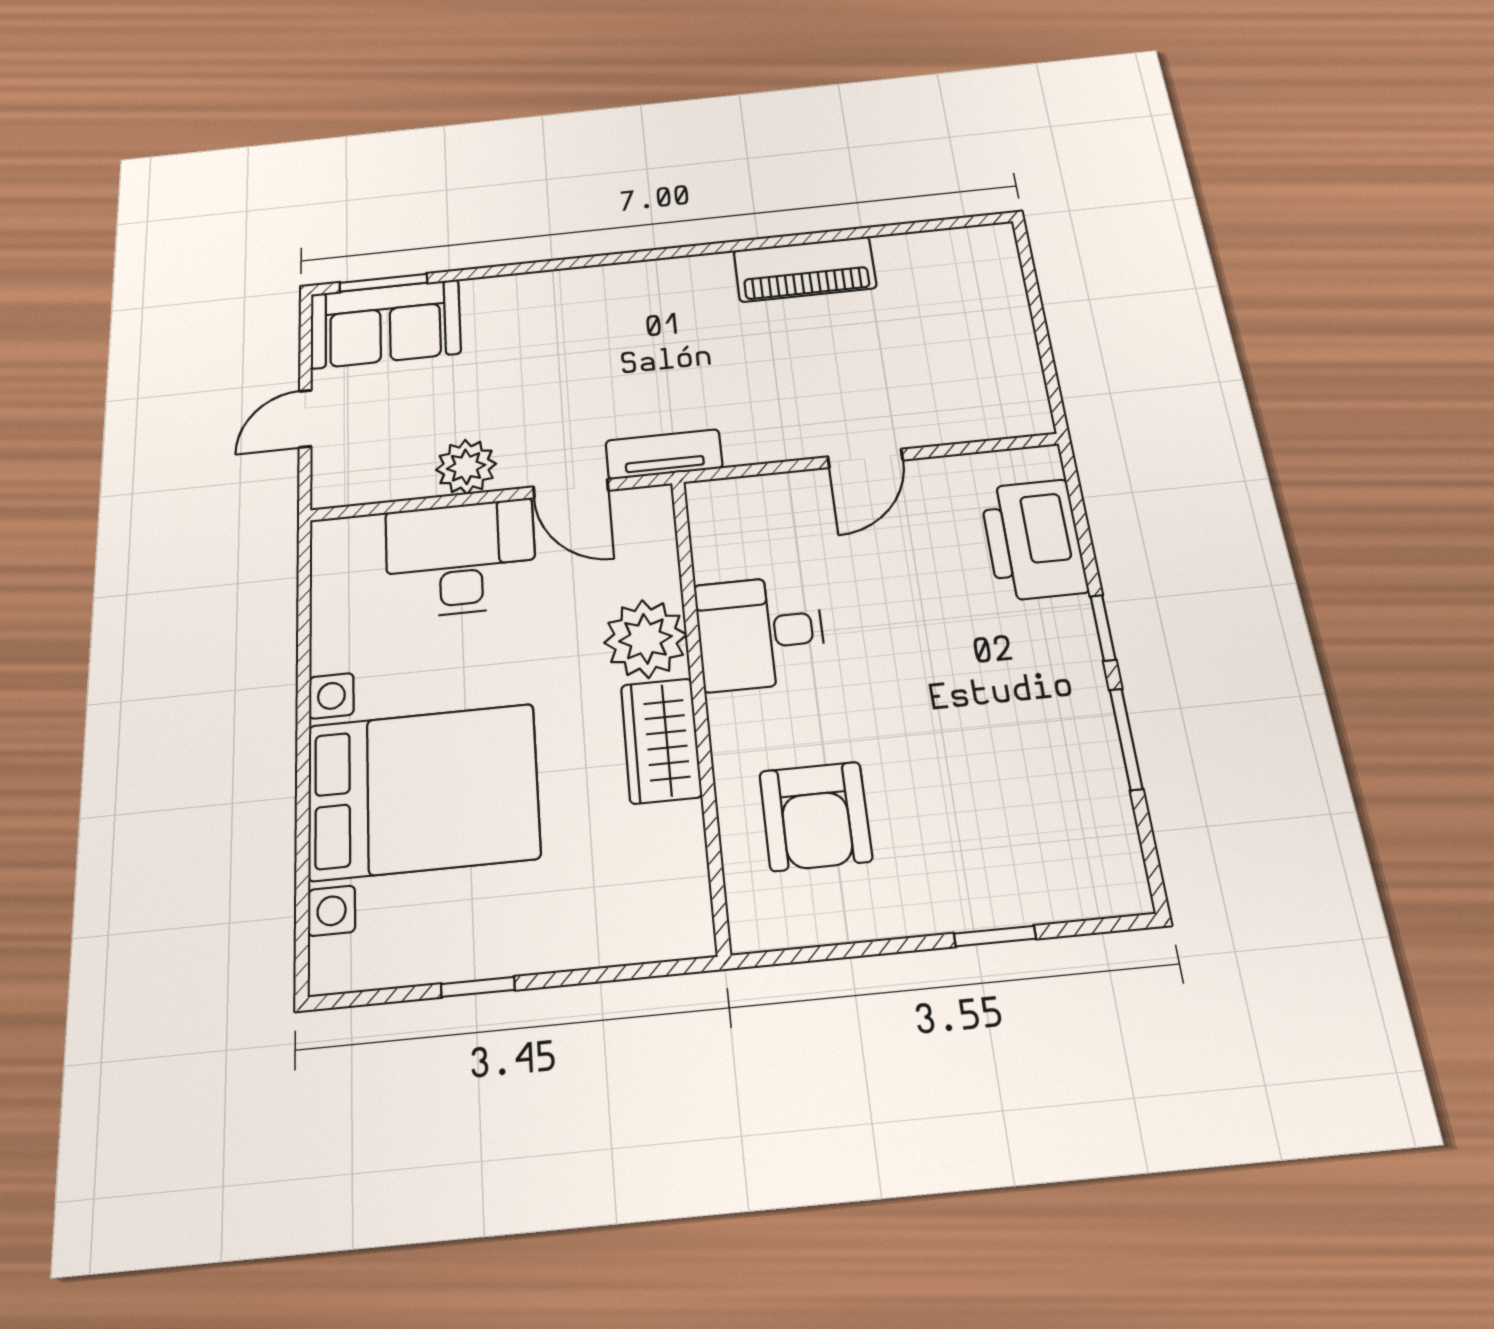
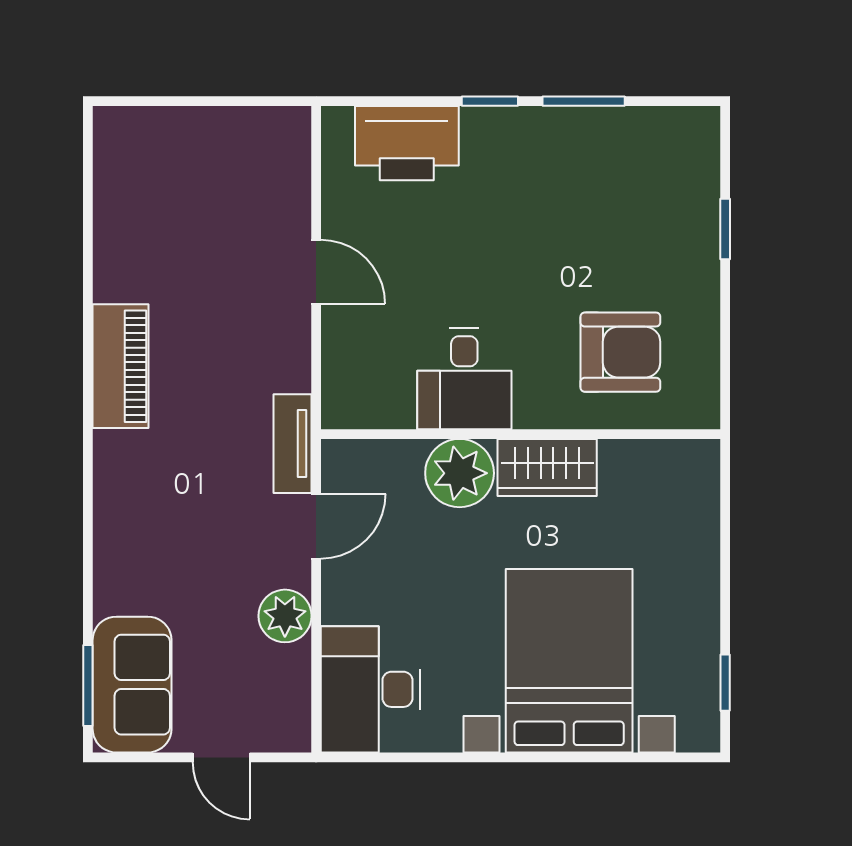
piano: (805, 269) -> (120, 366), moved
desk: (461, 558) -> (371, 689), moved
window: (478, 987) -> (725, 683), moved

